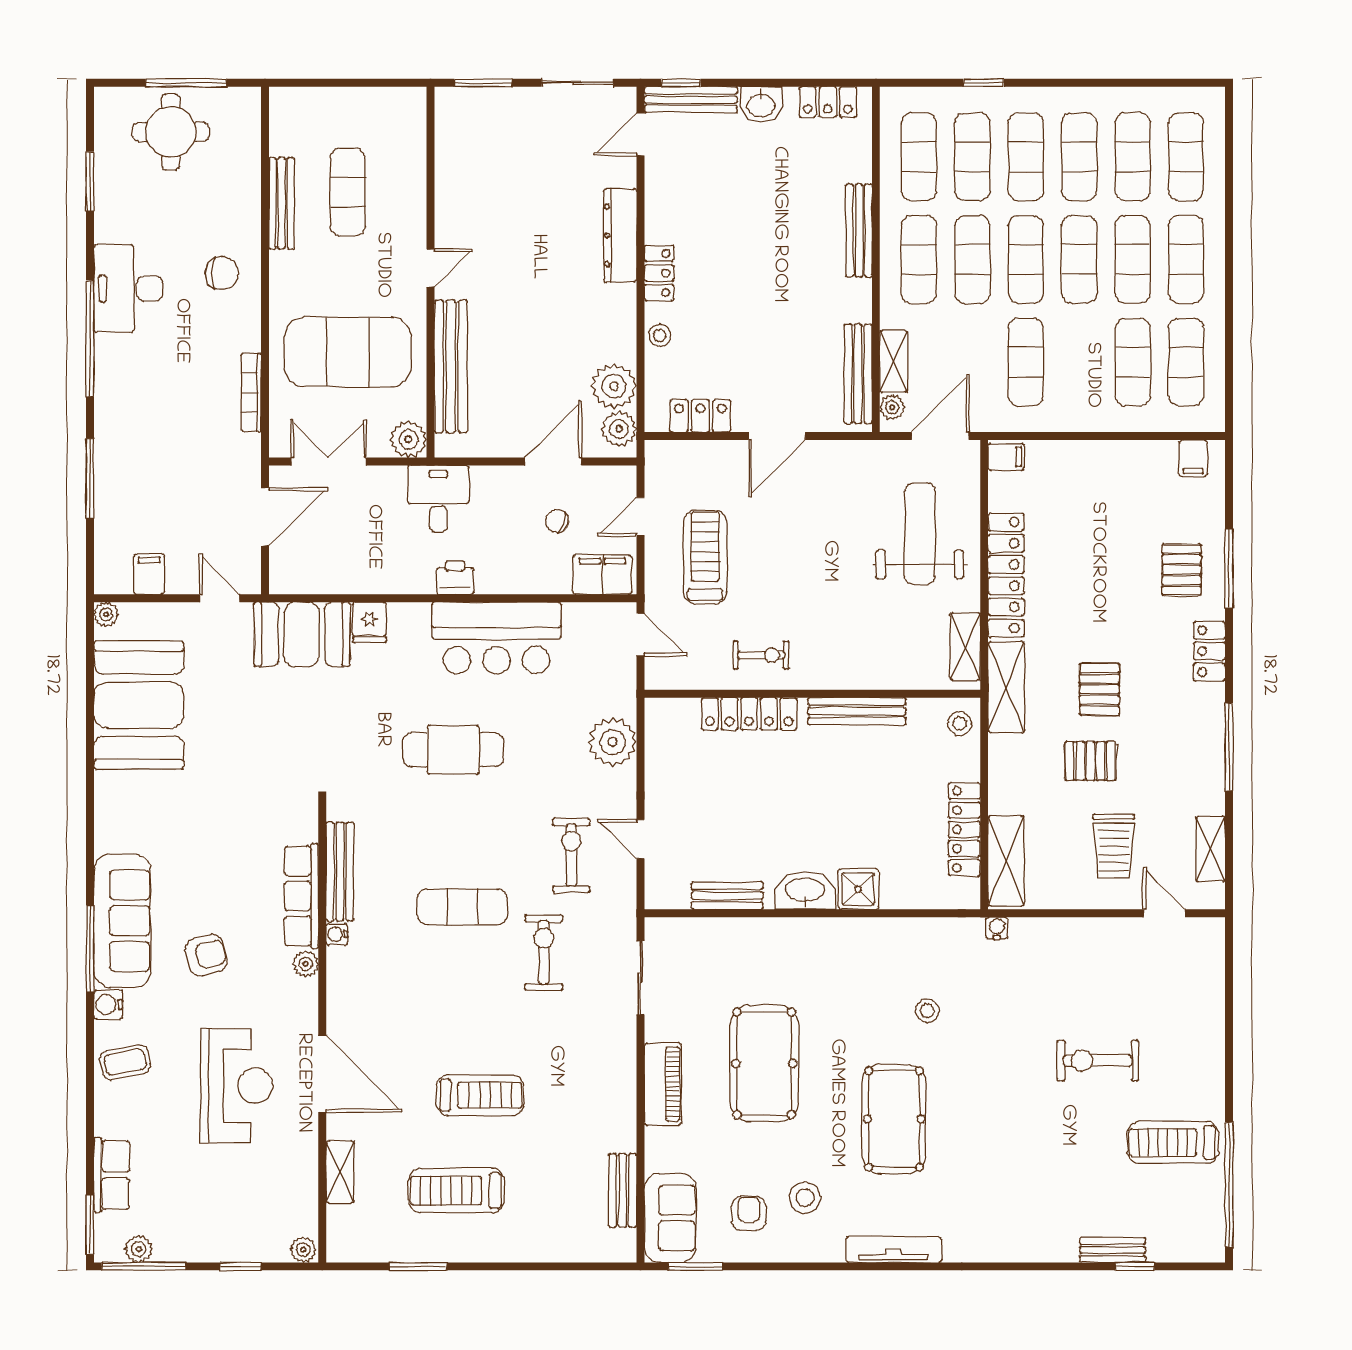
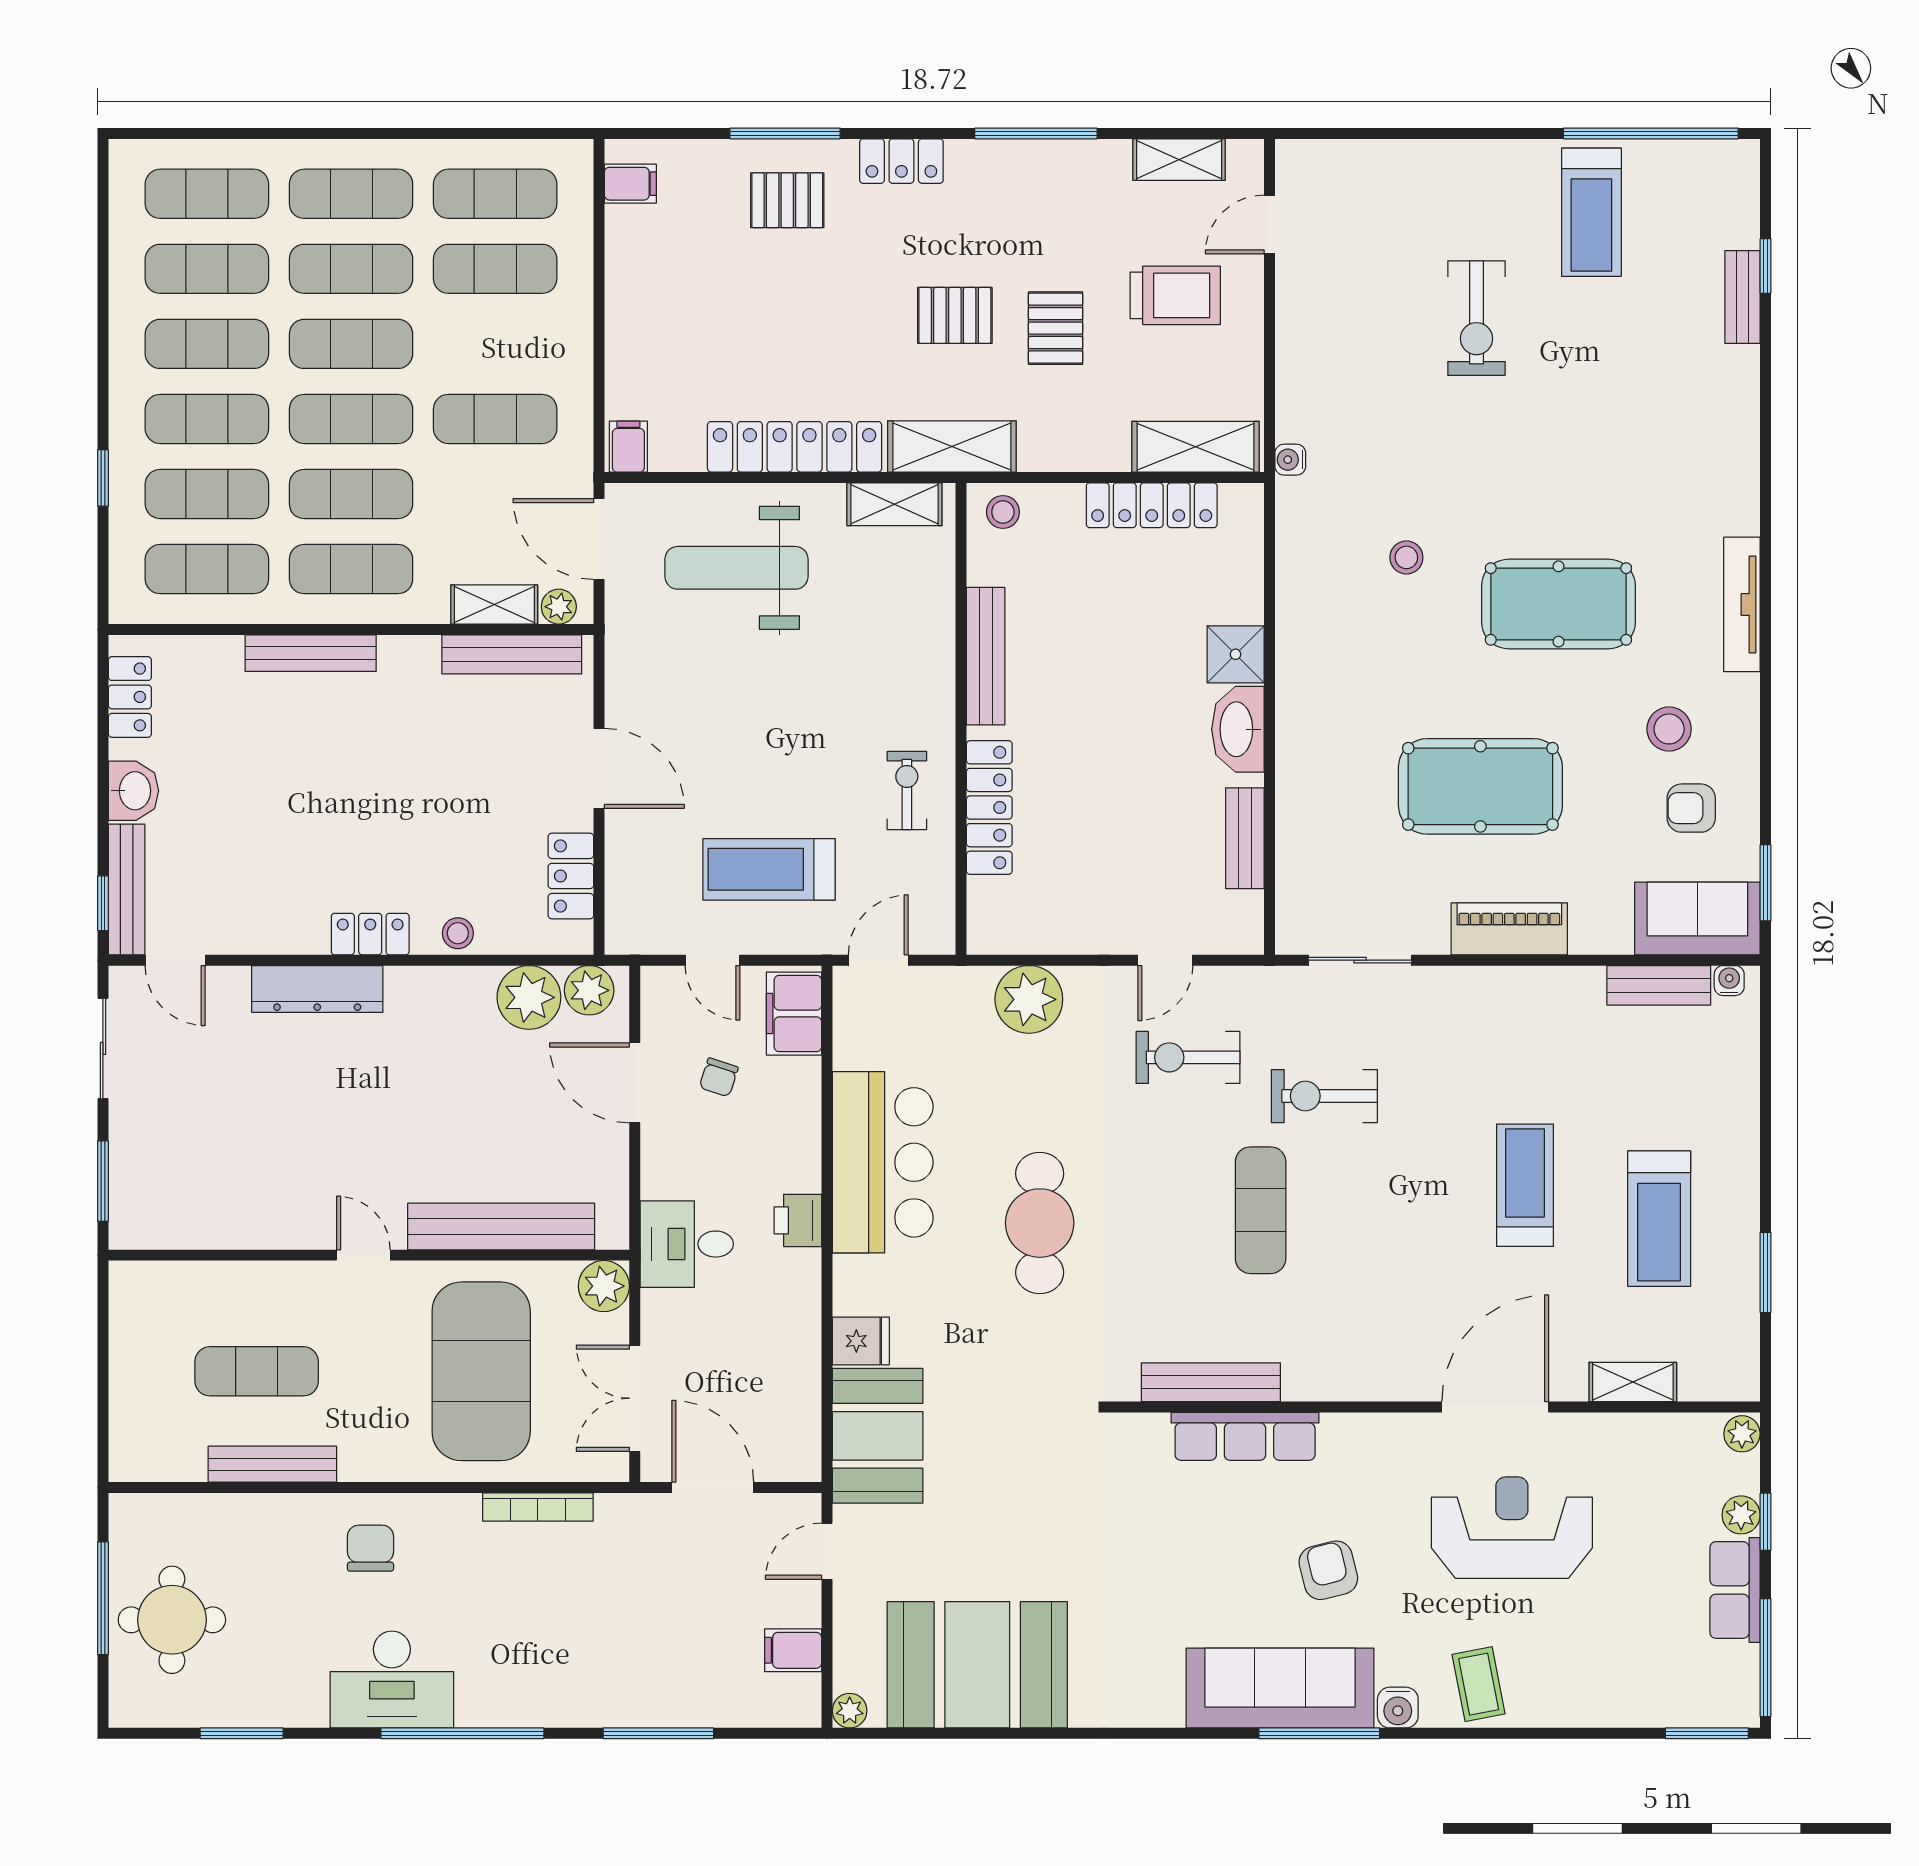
water cooler: (337, 934) -> (1729, 981), moved, turned 180
plant: (306, 964) -> (1341, 1431), removed
row of seats: (112, 1175) -> (1735, 1590), moved, turned -90
plant: (139, 1249) -> (1741, 1515), moved

